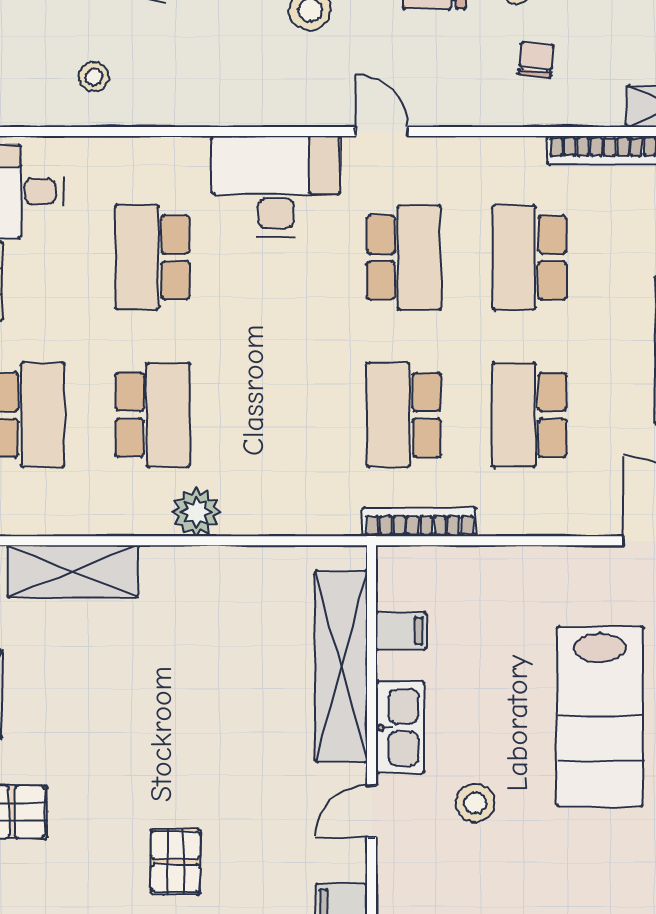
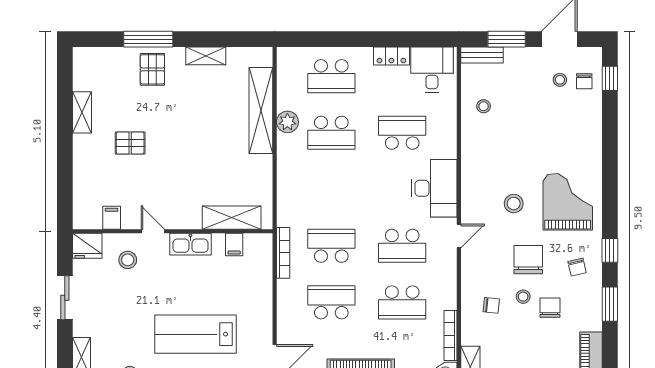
school desk: (529, 257) -> (402, 302), turned 180
plant: (196, 512) -> (287, 122), moved
shelving: (73, 571) -> (261, 111), width x1.47
shelving: (341, 667) -> (232, 218), width x0.68
stool: (475, 803) -> (128, 260), moved

